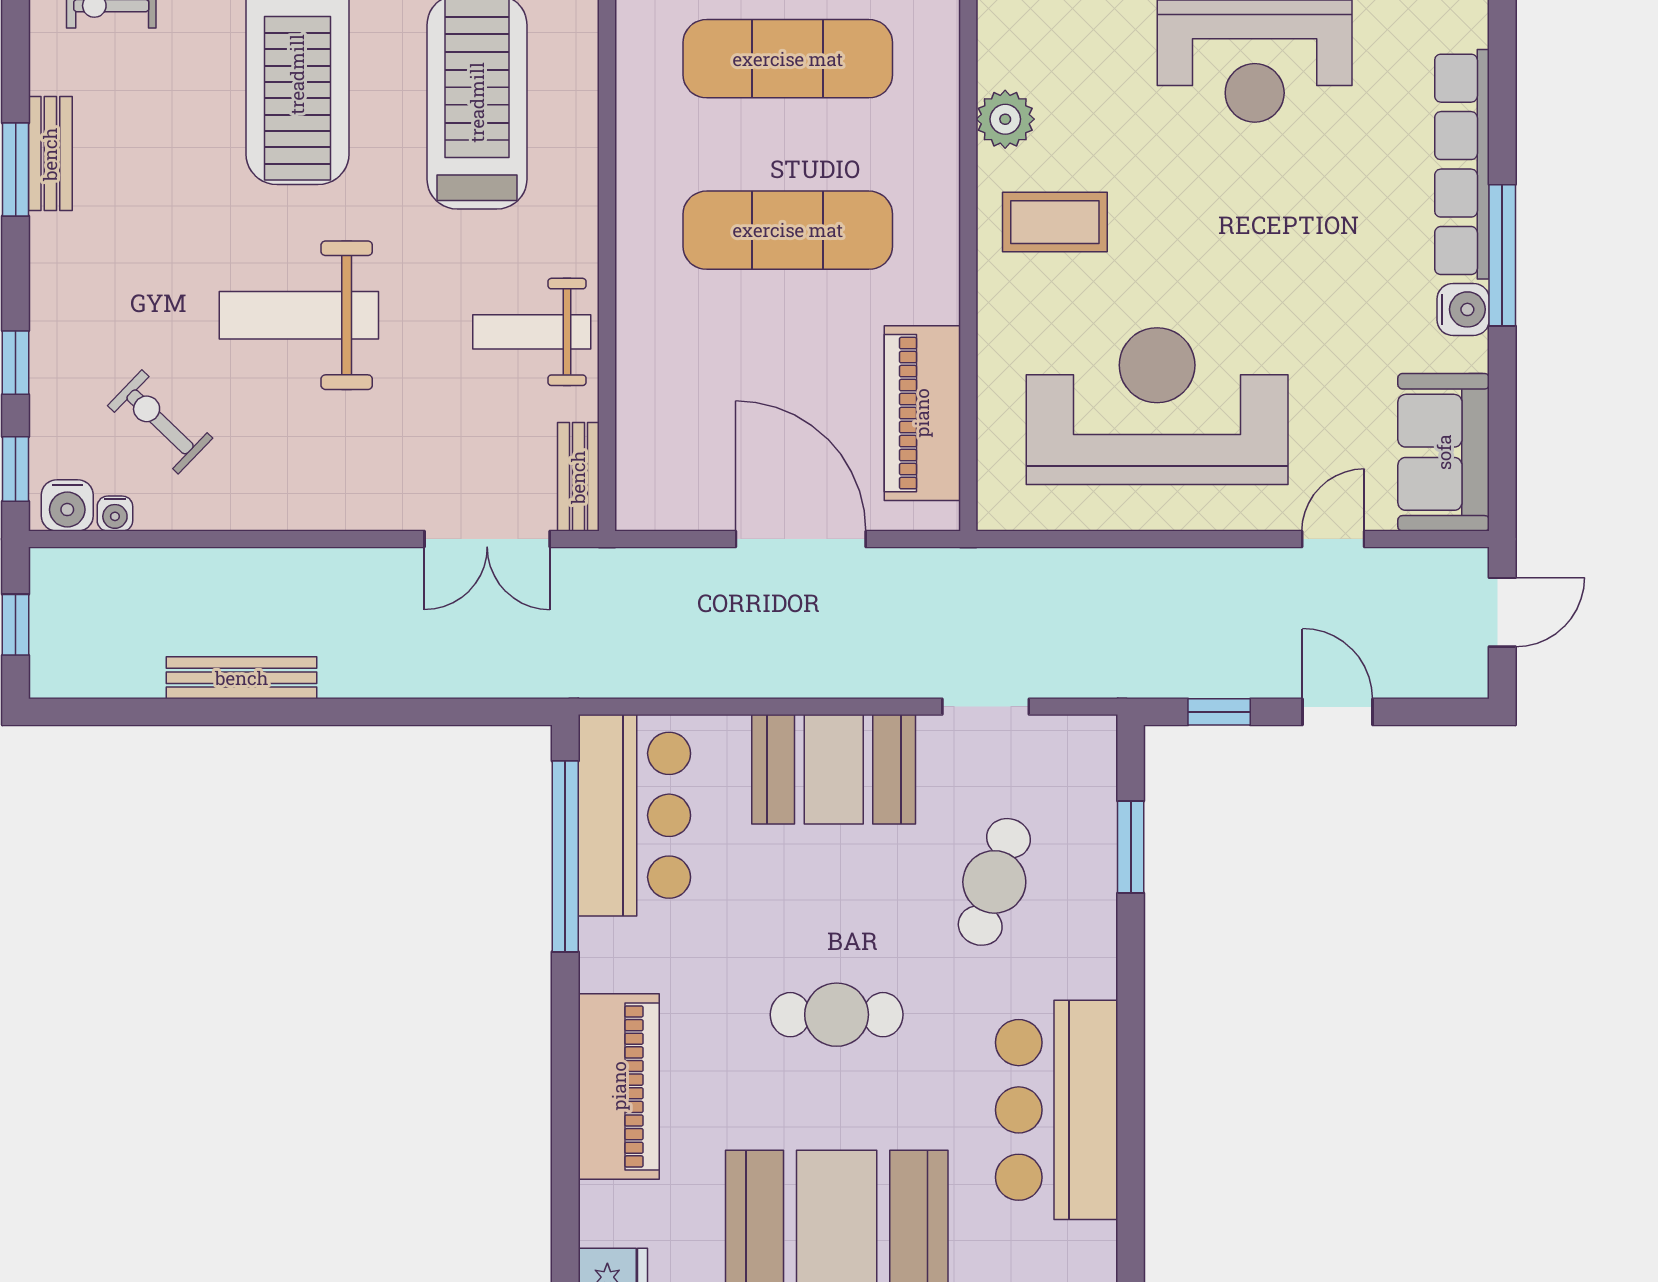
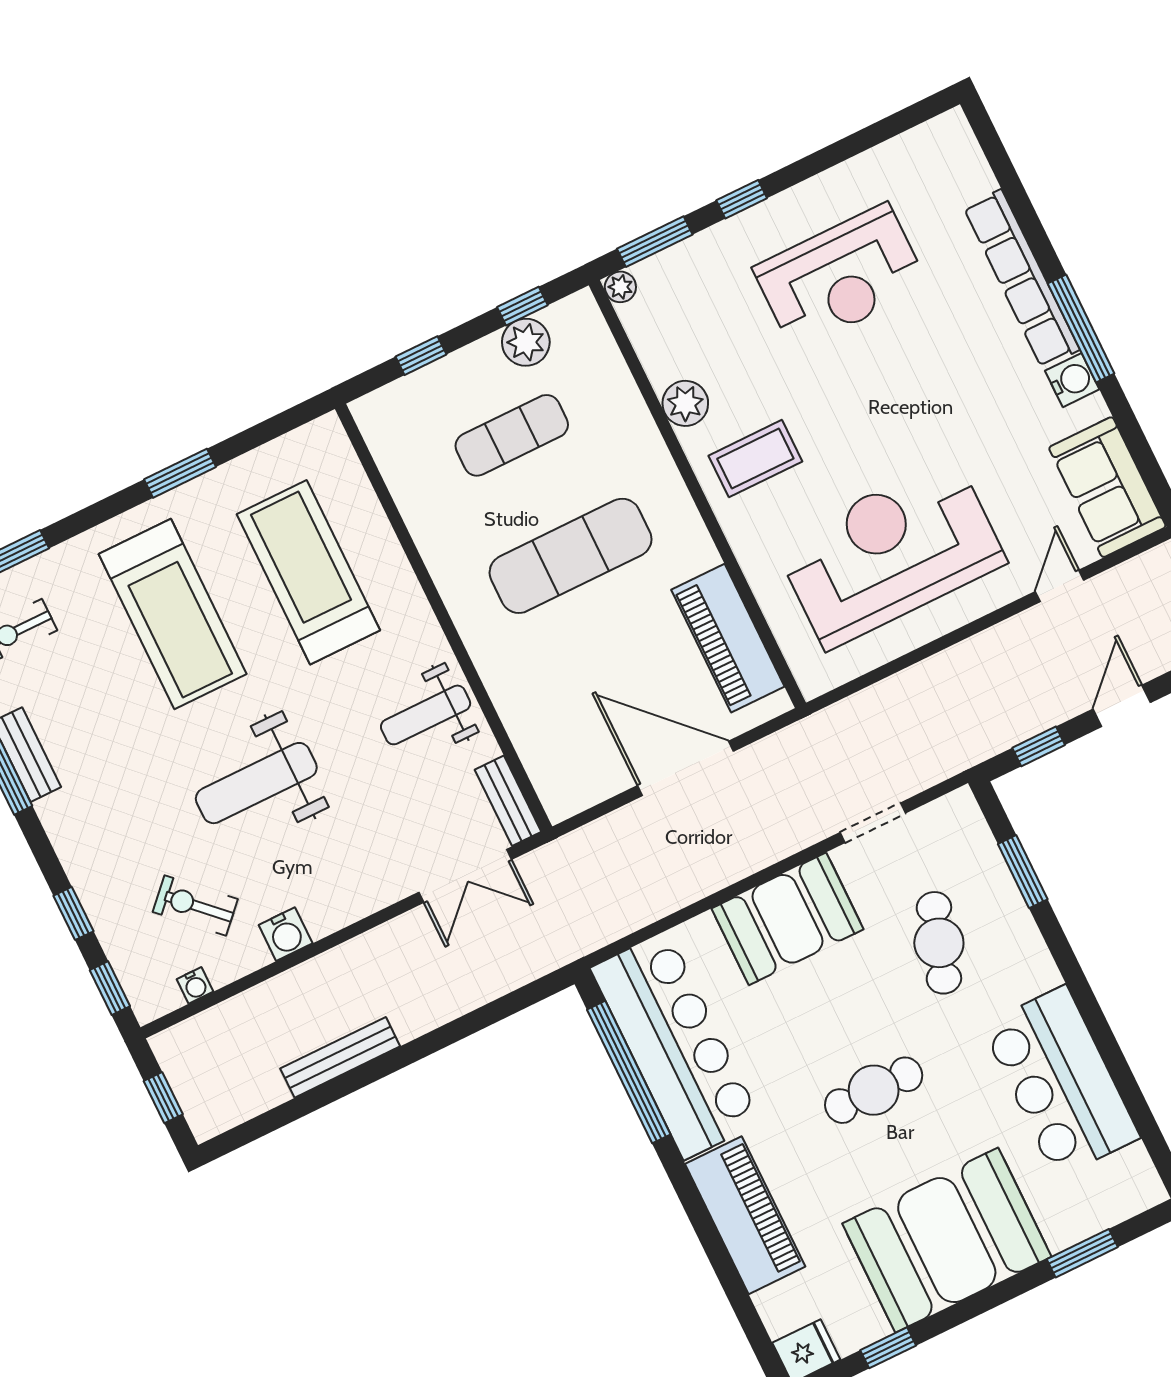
exercise mat: (788, 59) -> (512, 435), width x0.73, depth x0.69
water cooler: (67, 505) -> (286, 934), moved
door: (1337, 712) -> (1122, 706), hinge flipped
bar counter: (634, 815) -> (676, 1045), width x1.36

